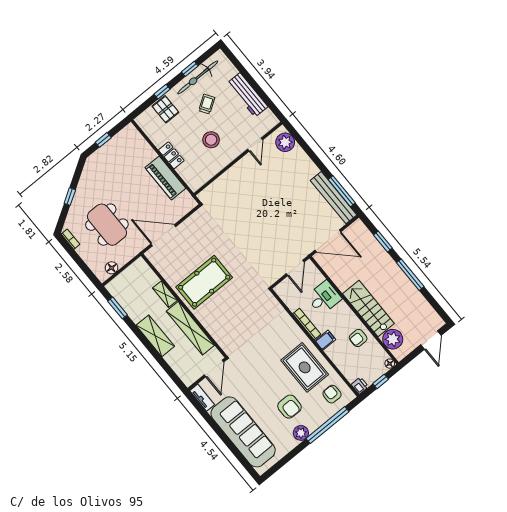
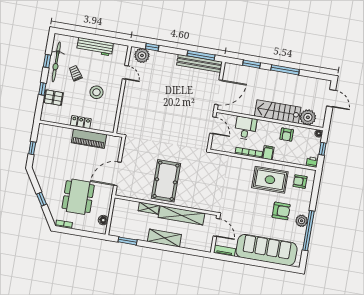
window: (302, 143) -> (152, 47), added
dining table: (107, 225) -> (78, 197), turned 90
window: (327, 425) -> (309, 231), moved

